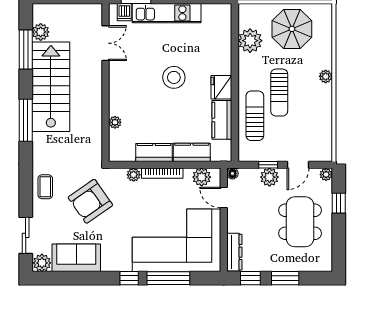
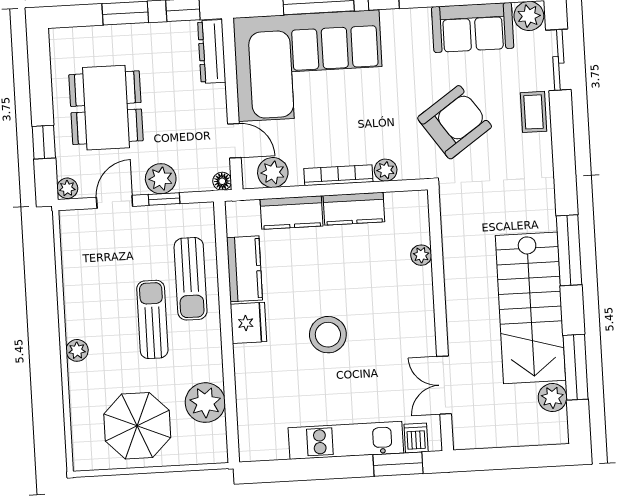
coffee table: (45, 187) -> (533, 112), moved

